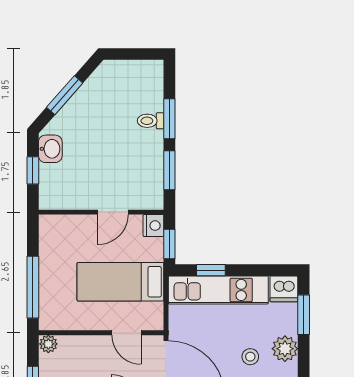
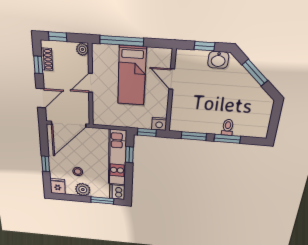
door: (113, 212) -> (172, 79), moved
bed: (120, 282) -> (132, 76), moved, turned 180
door: (126, 333) -> (91, 83), moved

